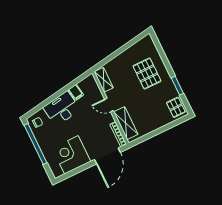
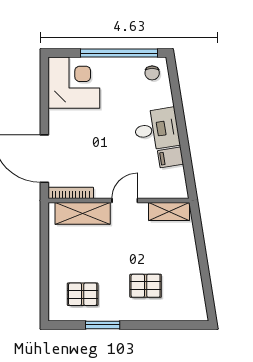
pallet: (147, 74) -> (146, 286), width x0.67, depth x0.71
pallet: (176, 107) -> (83, 294), moved
desk: (62, 109) -> (157, 129), width x0.73
corner desk: (71, 155) -> (74, 83), moved

